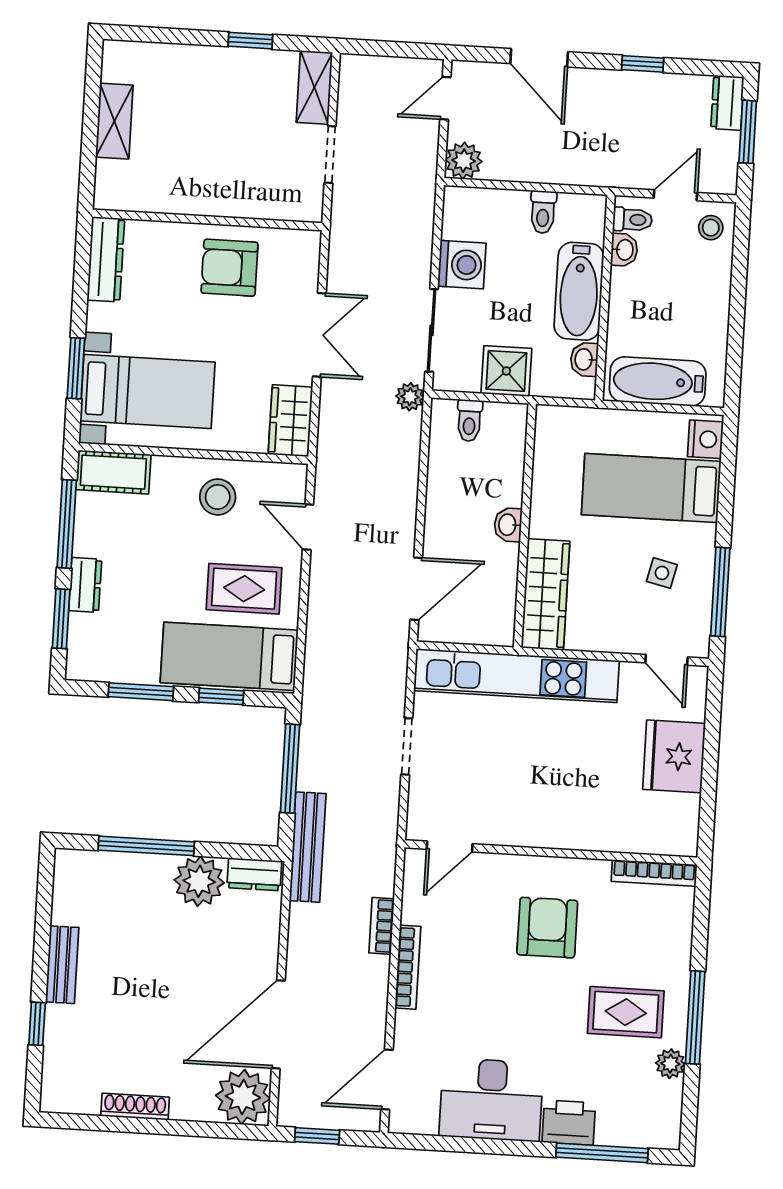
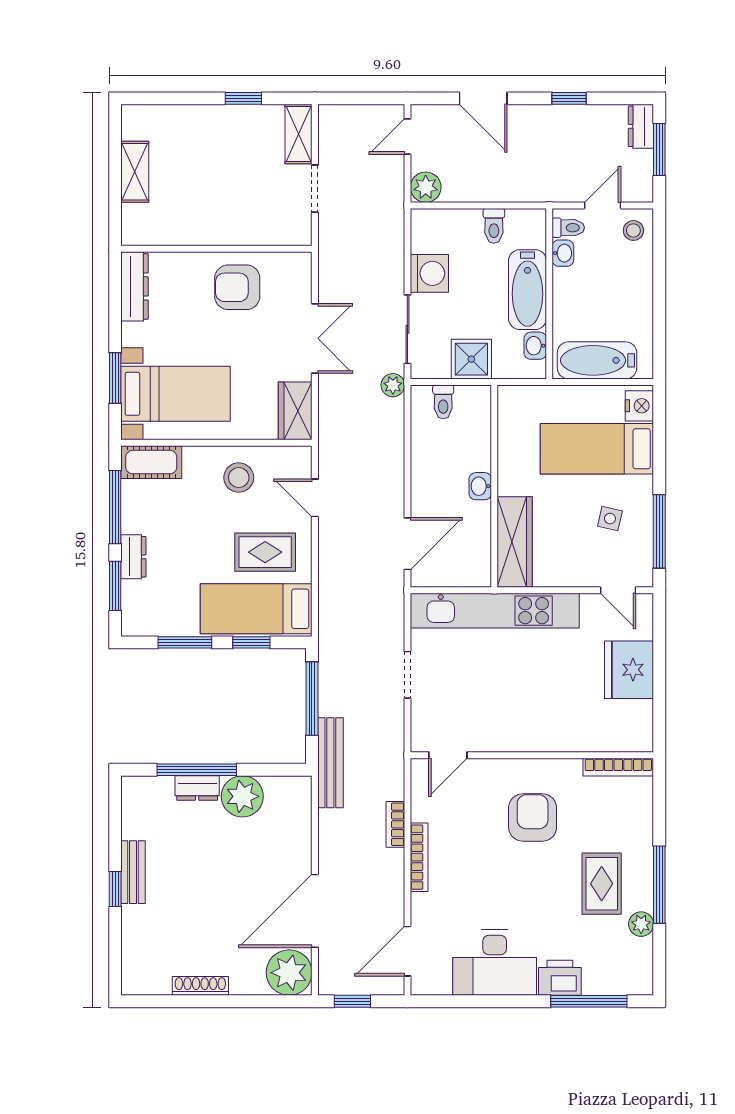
dresser: (254, 874) -> (197, 788), moved
rug: (626, 1012) -> (602, 884), turned 90
window: (37, 1024) -> (115, 889), moved

